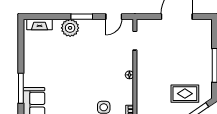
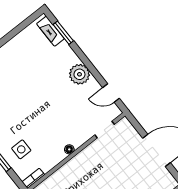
window: (82, 17) -> (63, 33), moved
plant: (70, 28) -> (79, 74), moved

